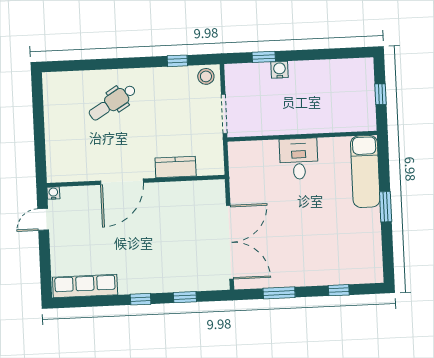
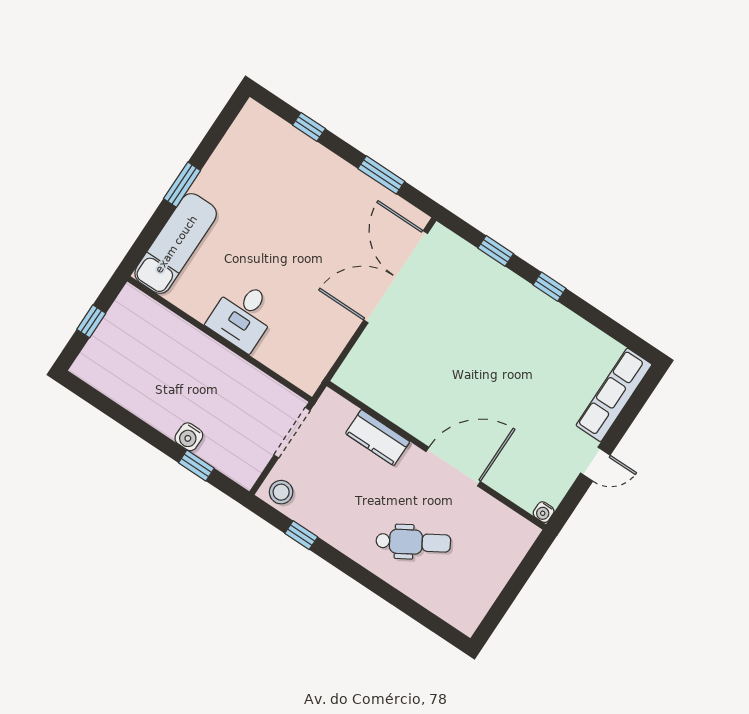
kitchen counter: (176, 167) -> (378, 438), moved
wall: (136, 181) -> (436, 455), moved
door: (122, 182) -> (453, 467), moved
water cooler: (53, 193) -> (544, 512), moved
row of seats: (85, 286) -> (614, 395), moved, turned 90

